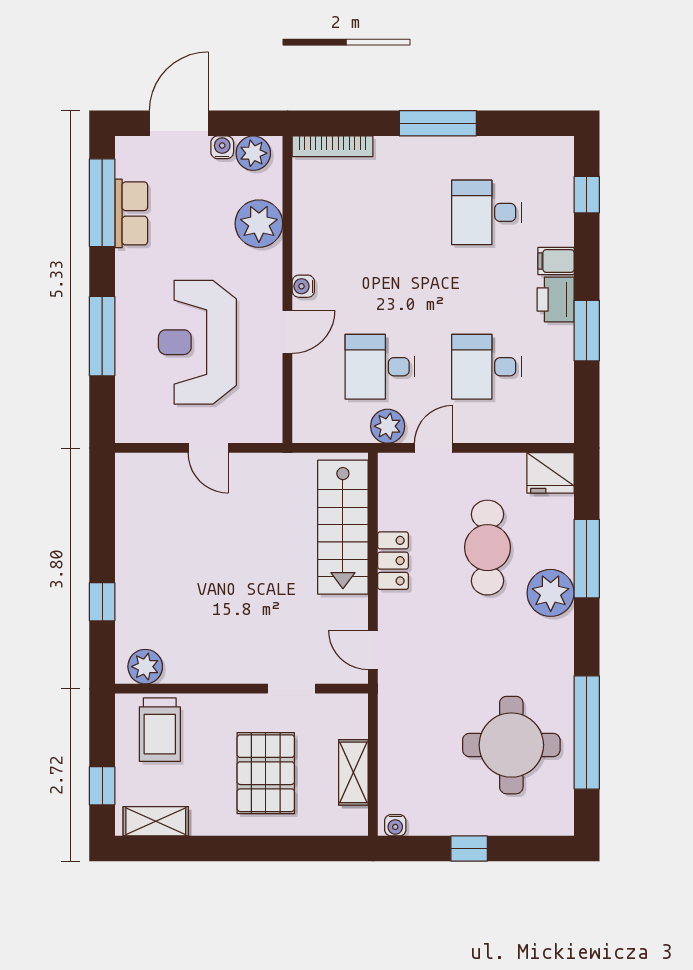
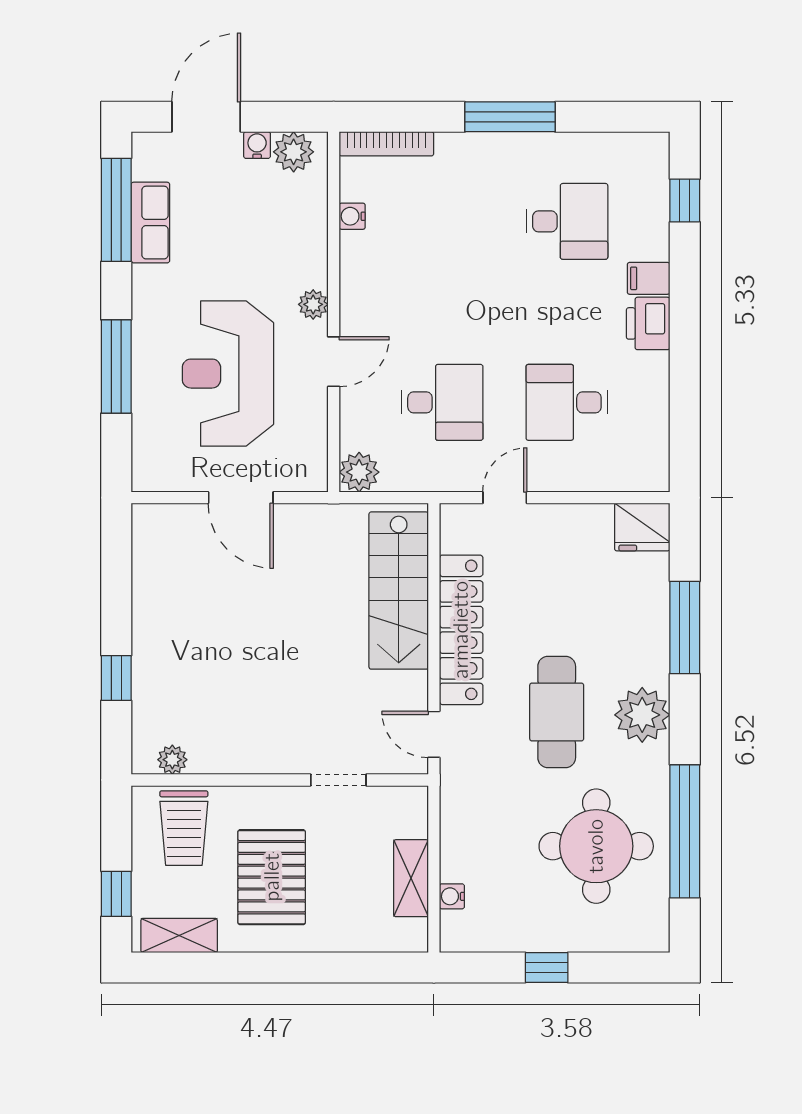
desk: (486, 212) -> (567, 221), turned 180
plant: (259, 224) -> (313, 304), moved, width x0.53, depth x0.53
water cooler: (303, 286) -> (352, 216), moved
window: (587, 331) -> (685, 360), removed
desk: (380, 367) -> (442, 402), turned 180
plant: (388, 426) -> (359, 472), moved
door: (208, 448) -> (241, 498), width x1.38
cafe table: (488, 548) -> (557, 712), moved
locker: (393, 561) -> (461, 630), width x2.16, depth x1.21
plant: (551, 593) -> (642, 715), moved
plant: (145, 667) -> (172, 760), width x0.73, depth x0.73
pallet: (266, 773) -> (272, 877), moved
water cooler: (395, 825) -> (452, 896), moved, turned 90

